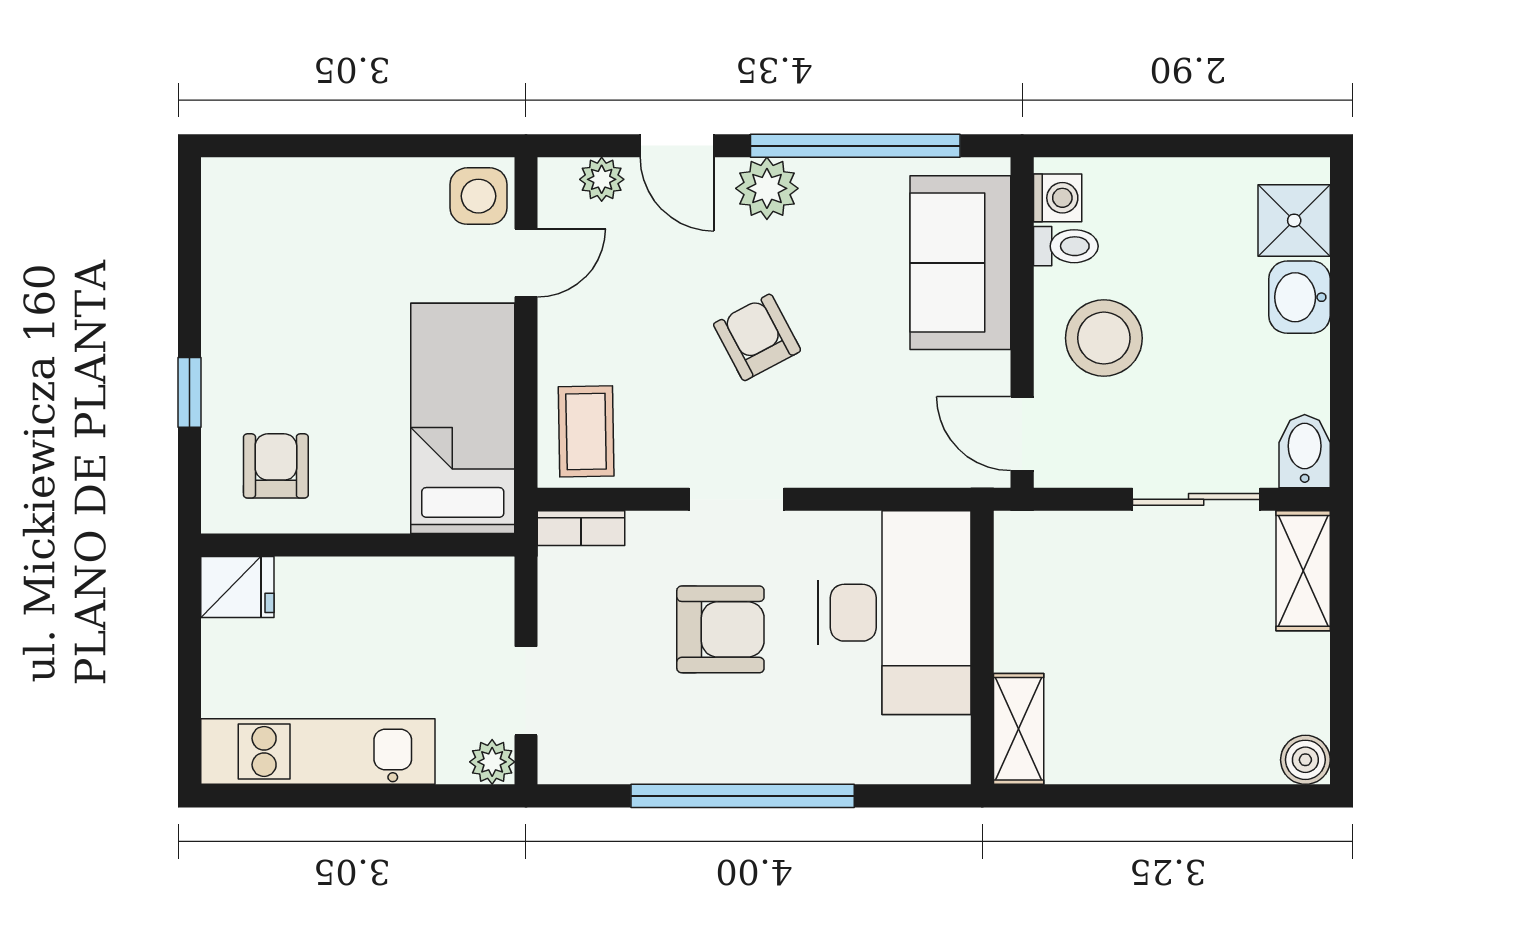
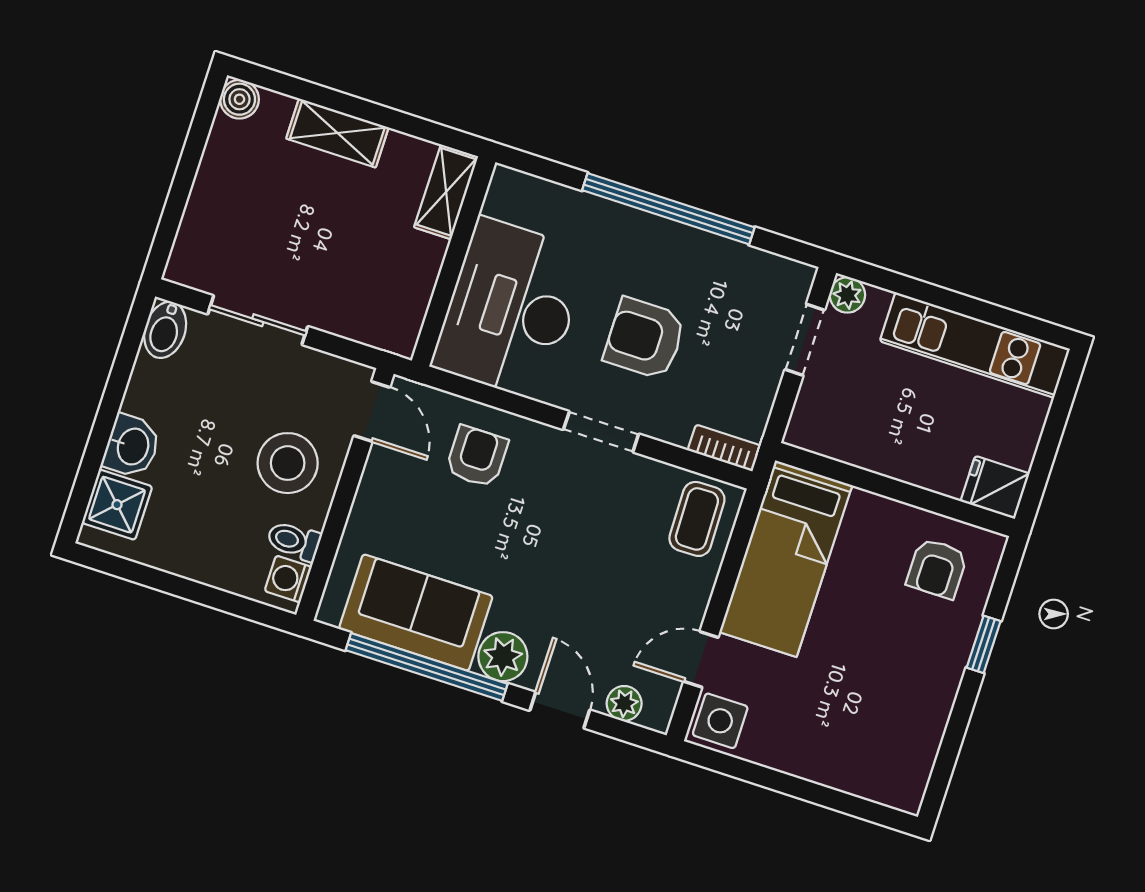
sofa: (960, 263) -> (416, 613), moved, turned -90
armchair: (757, 337) -> (477, 456), moved, turned -152
shelving: (1303, 571) -> (337, 133), moved, turned 90

